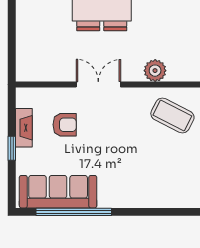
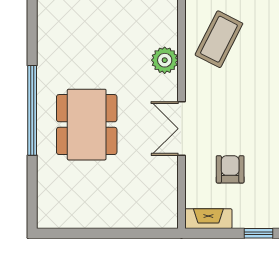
fireplace: (24, 128) -> (208, 219), moved

